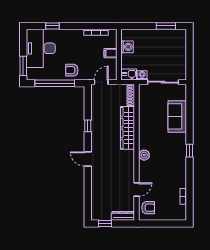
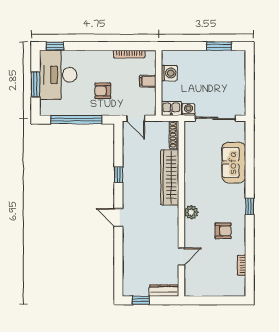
window: (52, 26) -> (55, 46), moved
window: (23, 66) -> (36, 84), moved
armchair: (72, 70) -> (103, 91), moved
door: (101, 82) -> (136, 118), swing flipped
armchair: (148, 208) -> (223, 231), moved

